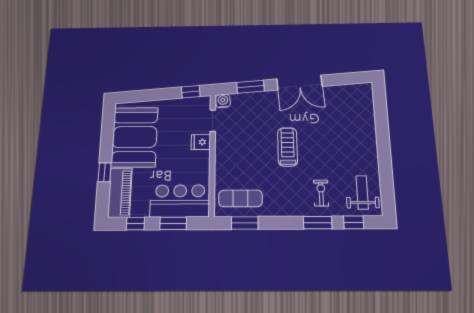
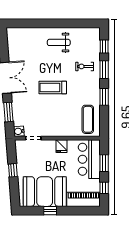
window: (191, 92) -> (13, 170), moved
fridge: (201, 142) -> (61, 146), moved
window: (105, 172) -> (50, 211), moved
weight bench: (362, 192) -> (59, 42), moved
window: (245, 223) -> (104, 97), moved

